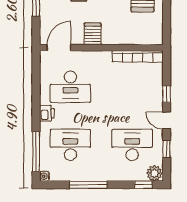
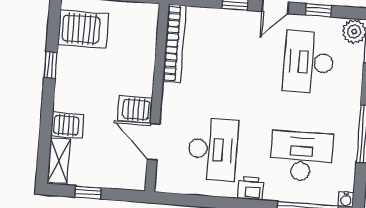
door: (59, 48) -> (153, 142), moved
desk: (70, 145) -> (301, 156), turned 90

